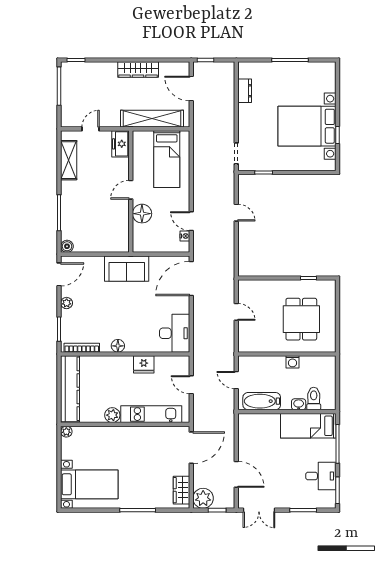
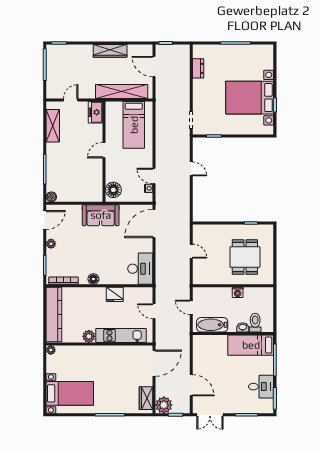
floor lamp: (142, 214) -> (113, 190), moved

